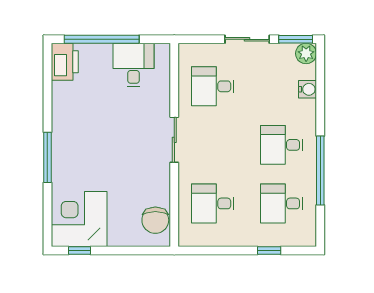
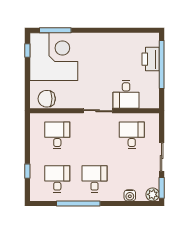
printer: (65, 62) -> (151, 59), moved, turned 90
desk: (133, 65) -> (126, 94), moved, turned 90
window: (47, 157) -> (55, 30), moved
corner desk: (79, 219) -> (54, 57), width x1.36, depth x1.36

